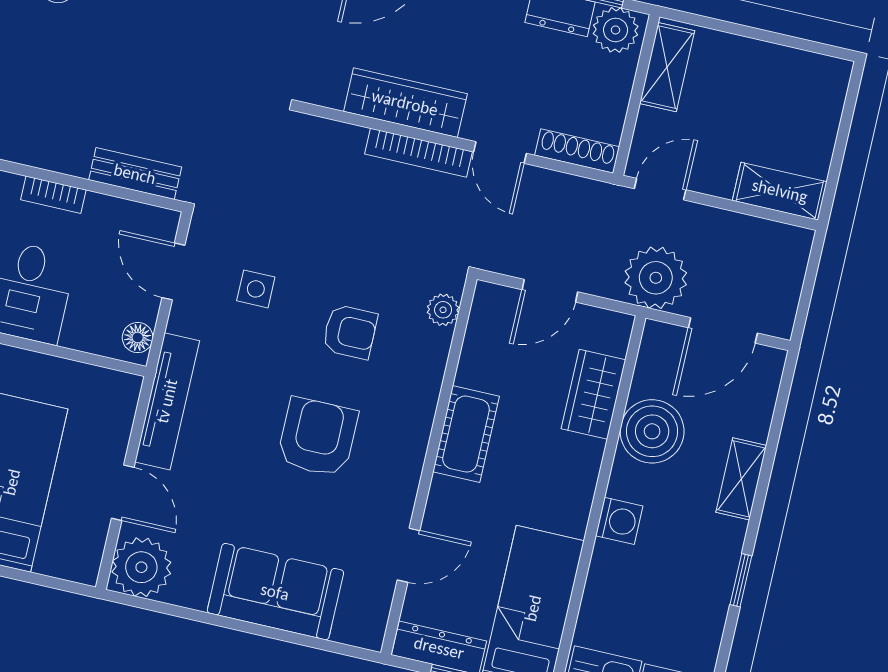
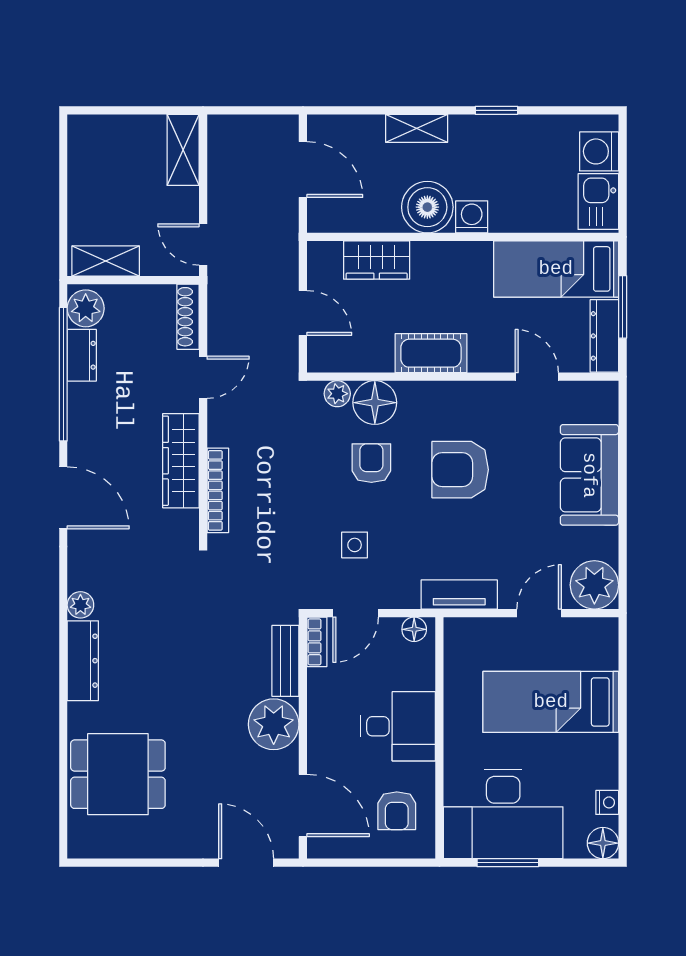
bookcase: (419, 153) -> (218, 490), moved
bookcase: (53, 195) -> (317, 642), moved
plant: (656, 278) -> (274, 724), moved
floor lamp: (422, 353) -> (375, 403), added
tv unit: (167, 401) -> (459, 594), width x0.71
boiler: (652, 431) -> (427, 207), moved

